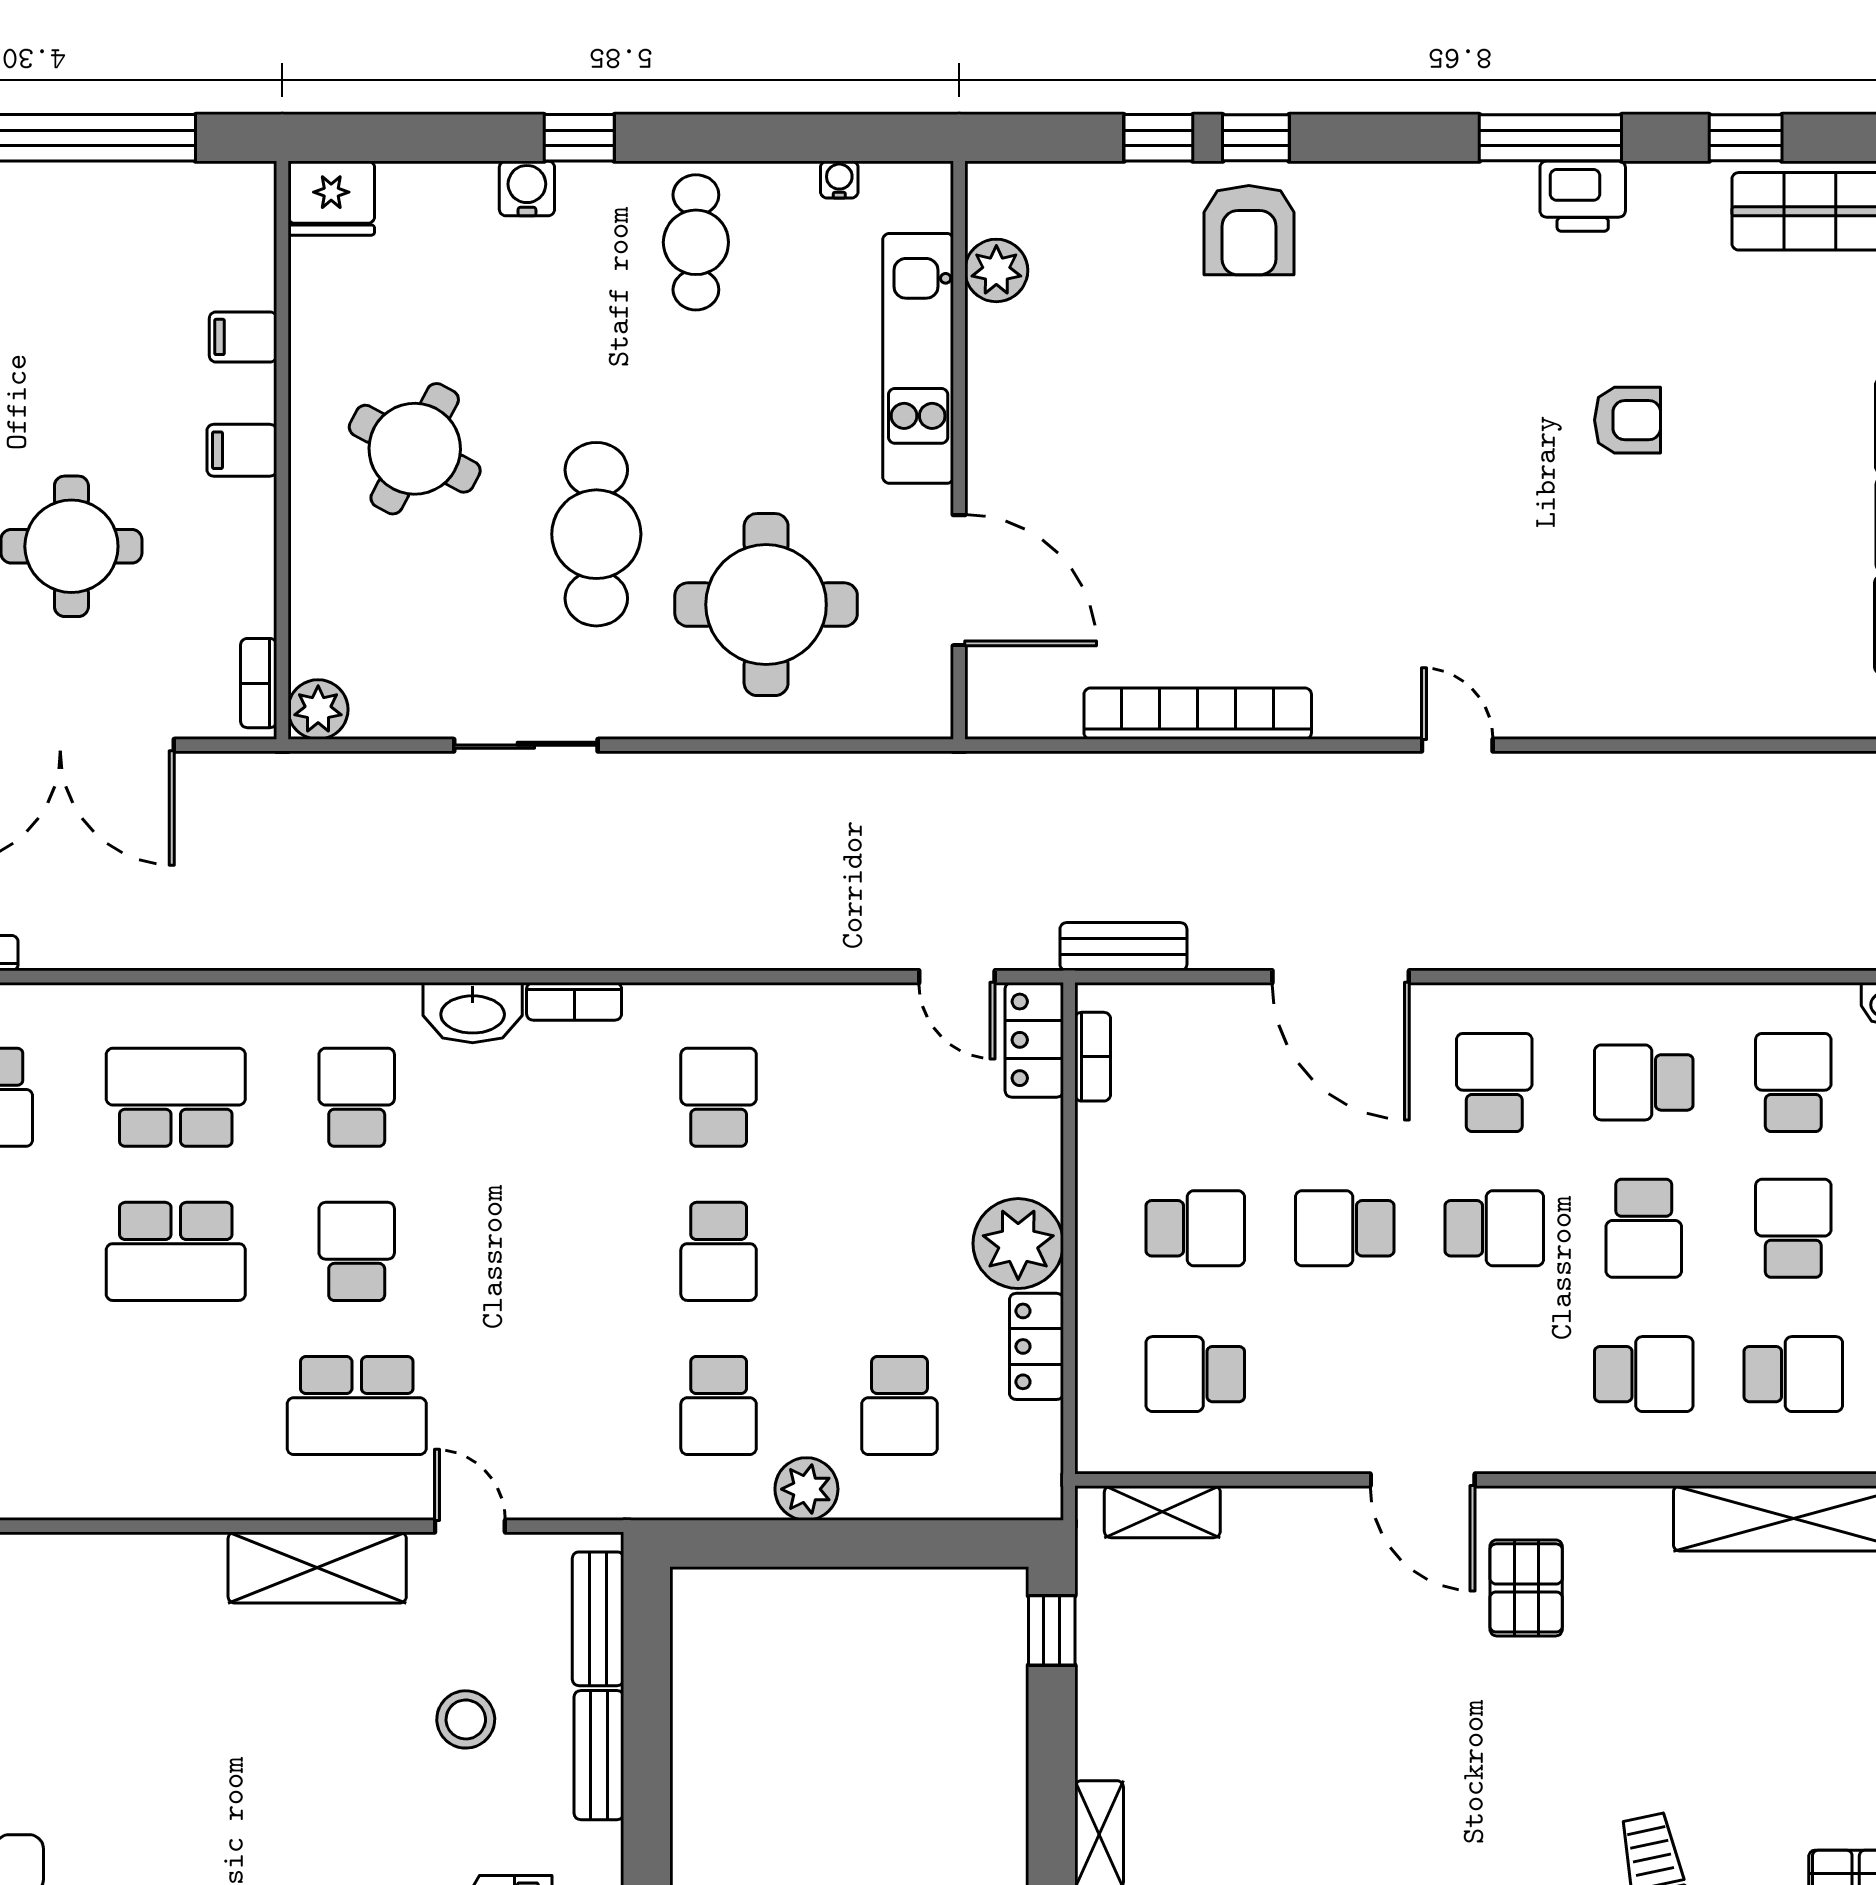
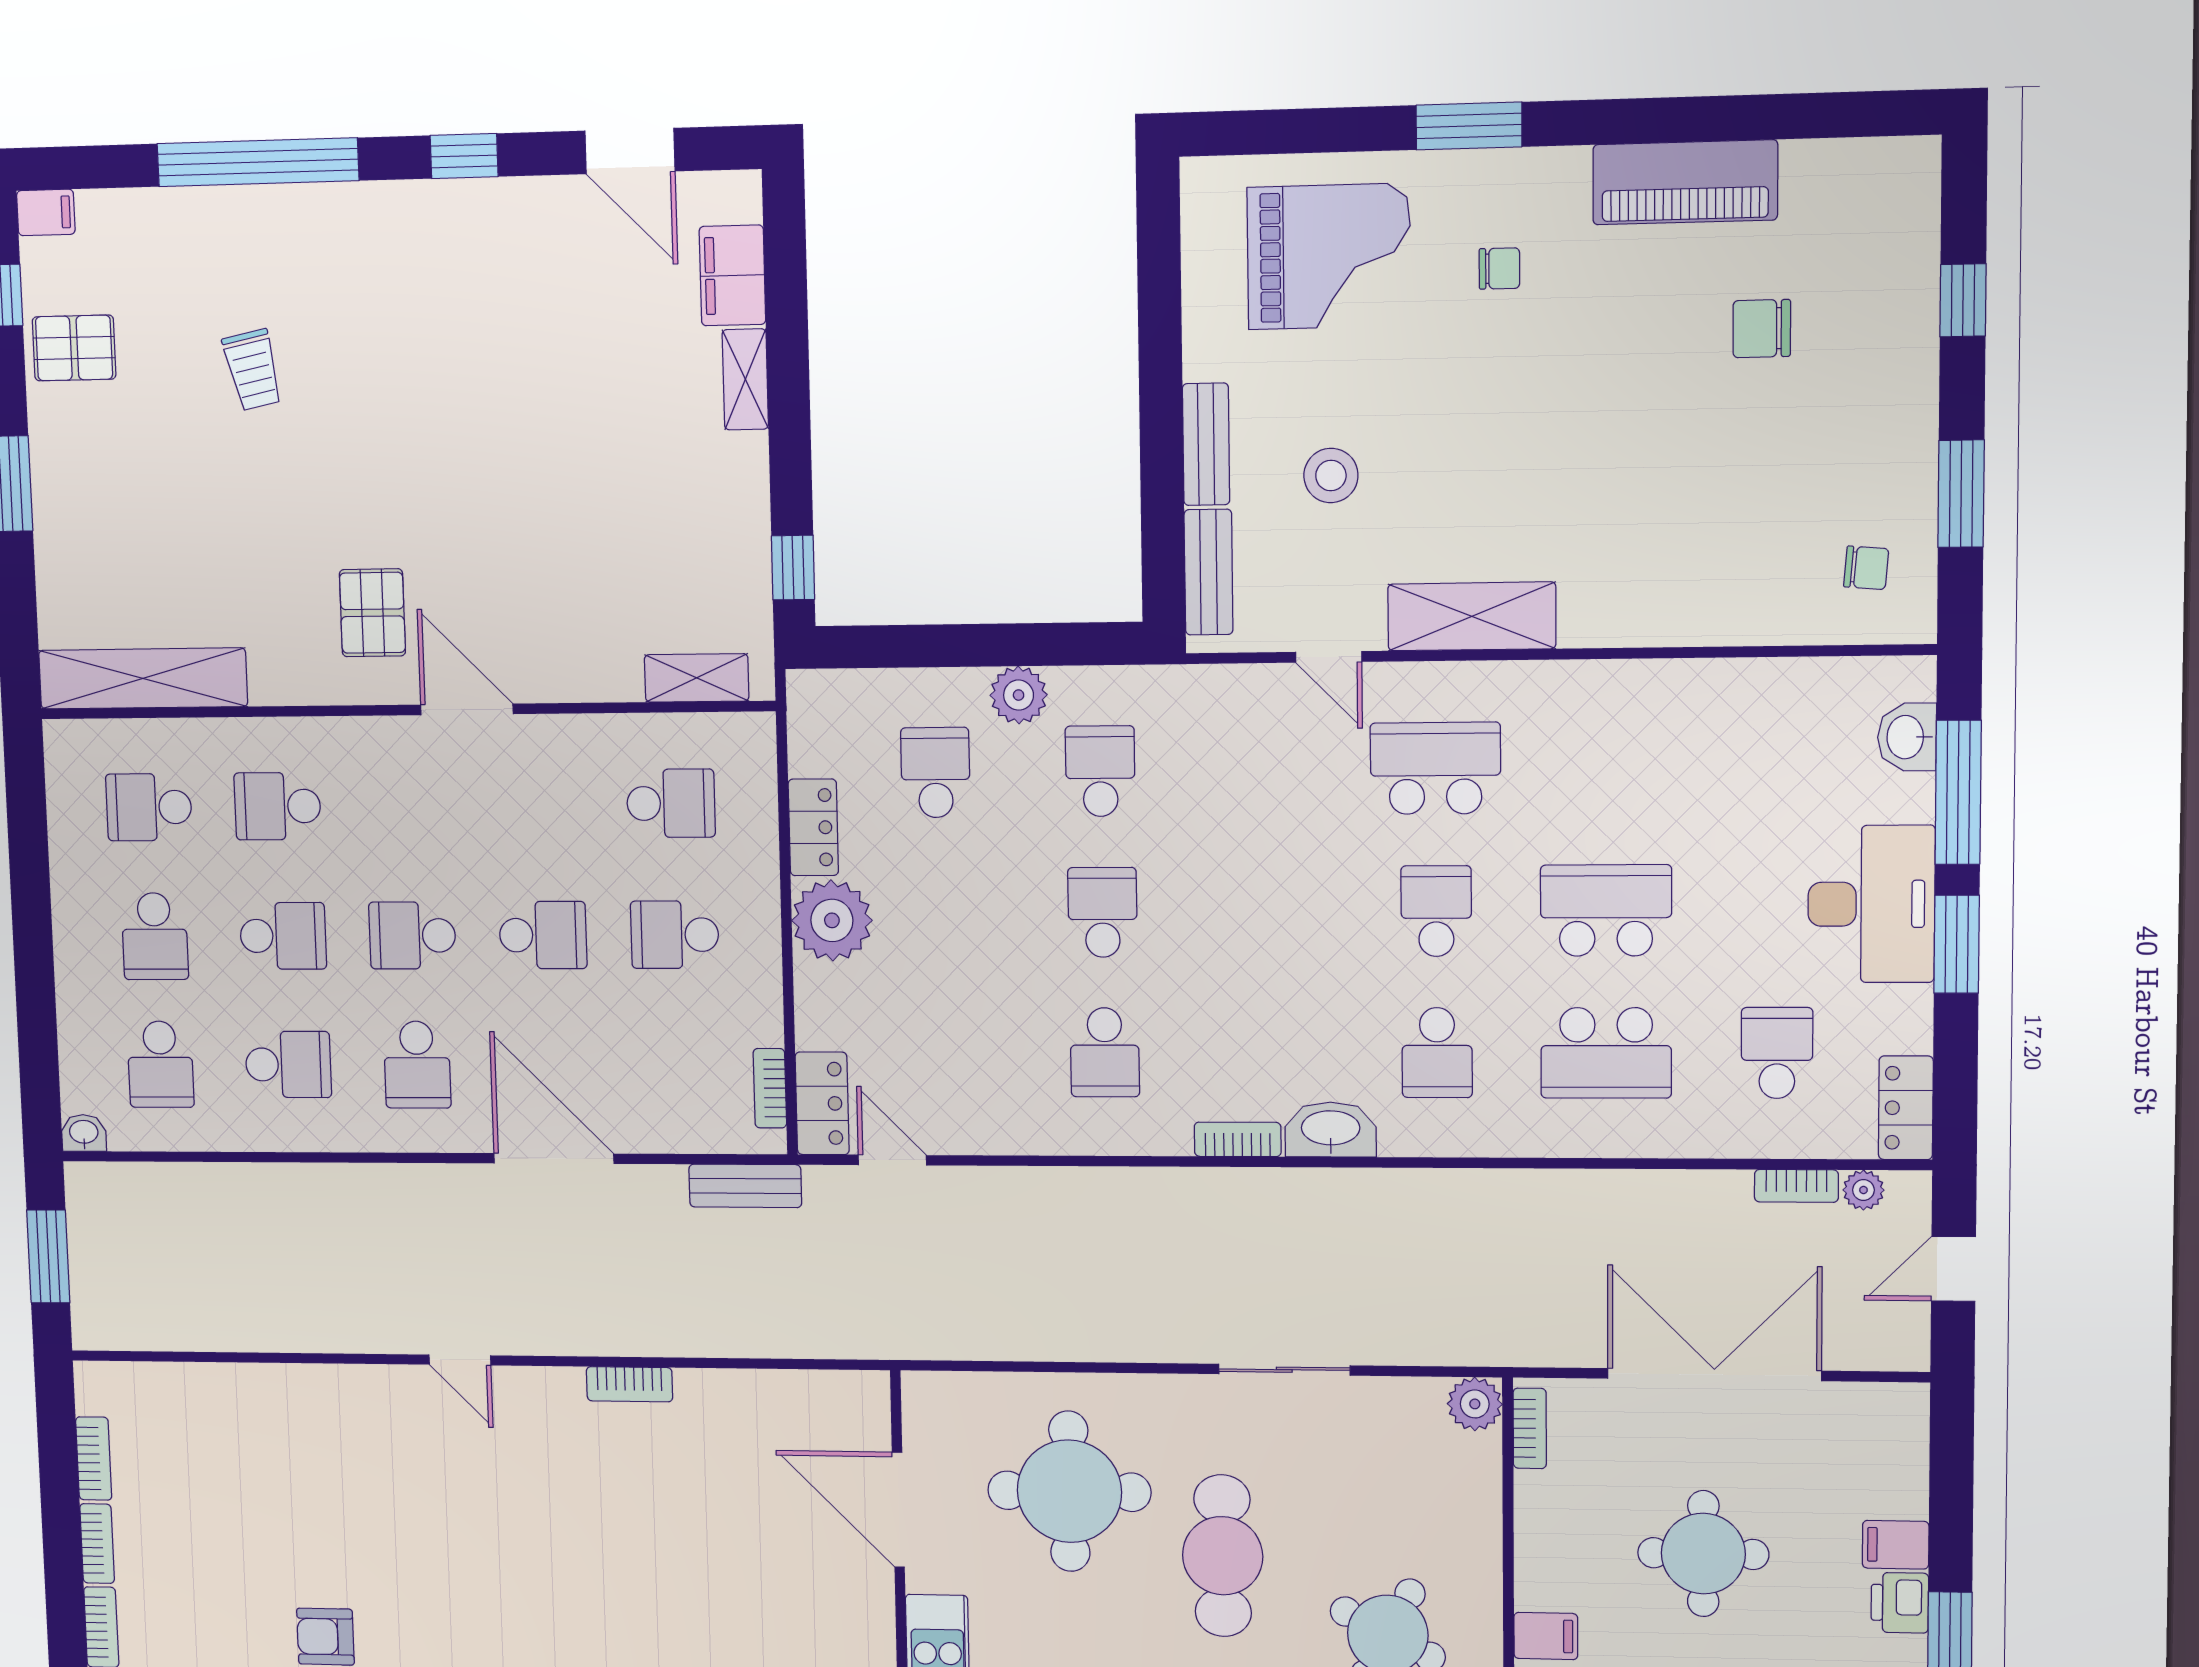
bookcase: (1198, 714) -> (630, 1384), width x0.43, depth x0.76
school desk: (1644, 1228) -> (283, 936), turned 90
school desk: (357, 1251) -> (1436, 911), turned 180

